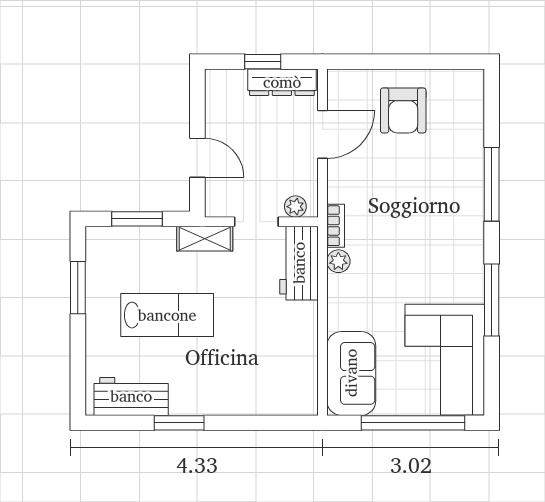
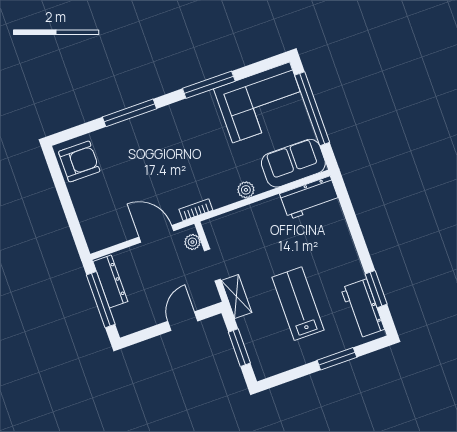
window: (263, 62) -> (101, 300), width x2.17
armchair: (403, 110) -> (79, 161), moved
door: (323, 134) -> (156, 234), moved
plant: (338, 261) -> (246, 190), moved
workbench: (299, 263) -> (310, 198), moved
window: (78, 288) -> (337, 359), moved
window: (179, 423) -> (376, 289), moved

